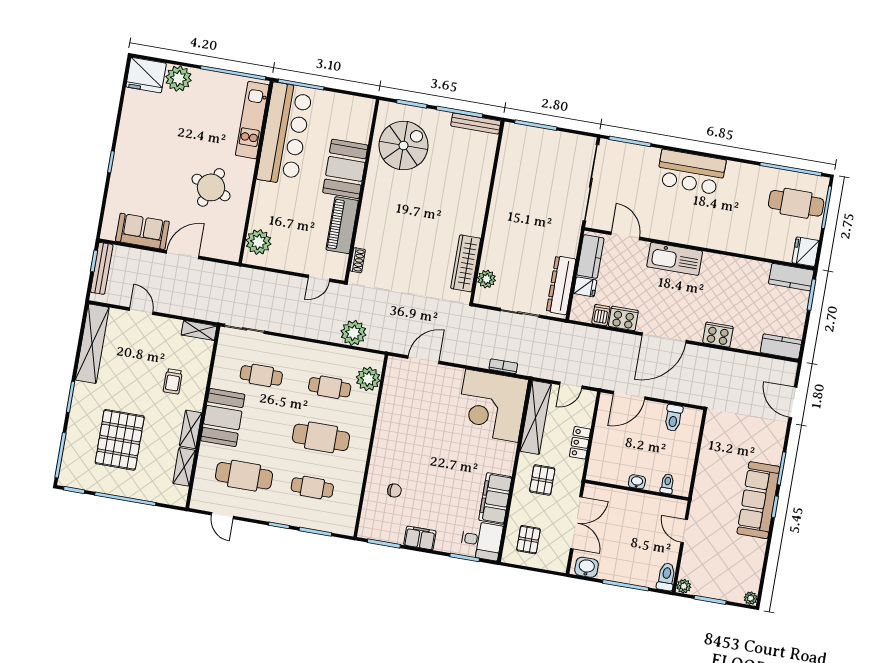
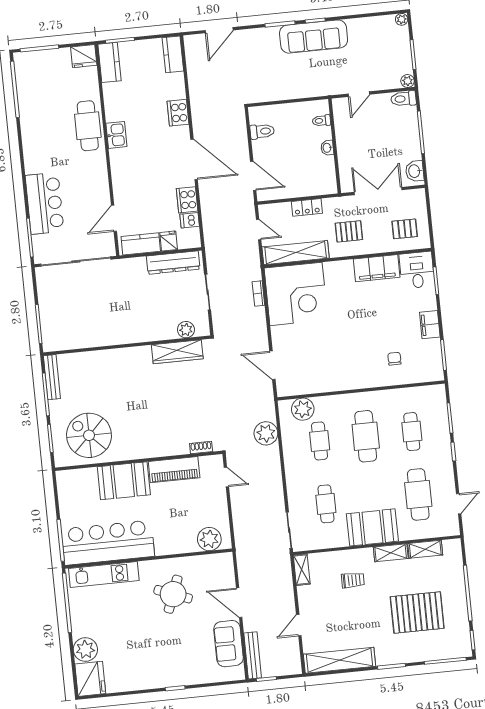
bar counter: (691, 172) -> (45, 203), moved
cafe table: (796, 203) -> (88, 126), moved
kitchen sink: (675, 259) -> (116, 135), moved, width x0.53, depth x0.81
bench: (102, 268) -> (253, 655), moved, turned 90

